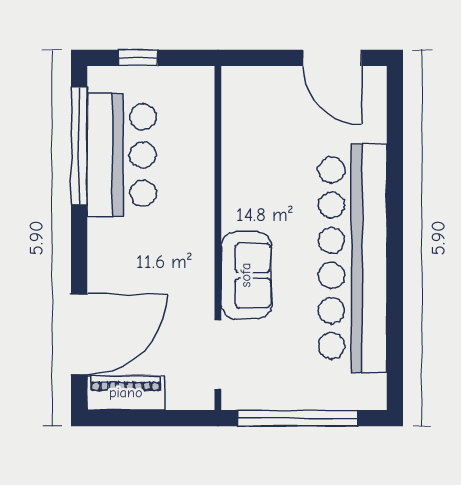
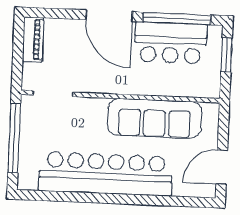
window: (138, 58) -> (226, 55), width x1.50
sofa: (246, 275) -> (155, 118), moved, width x1.85, depth x1.27
door: (79, 334) -> (109, 16), moved

